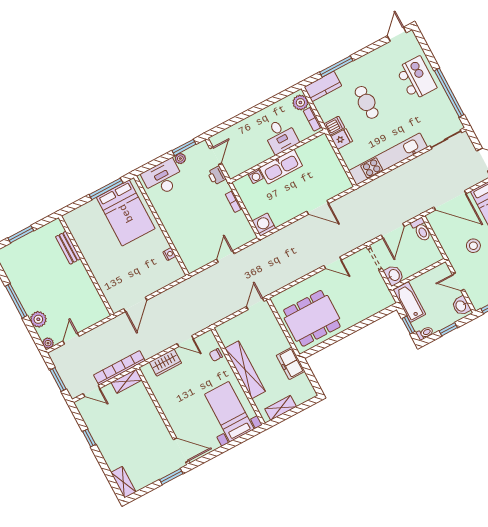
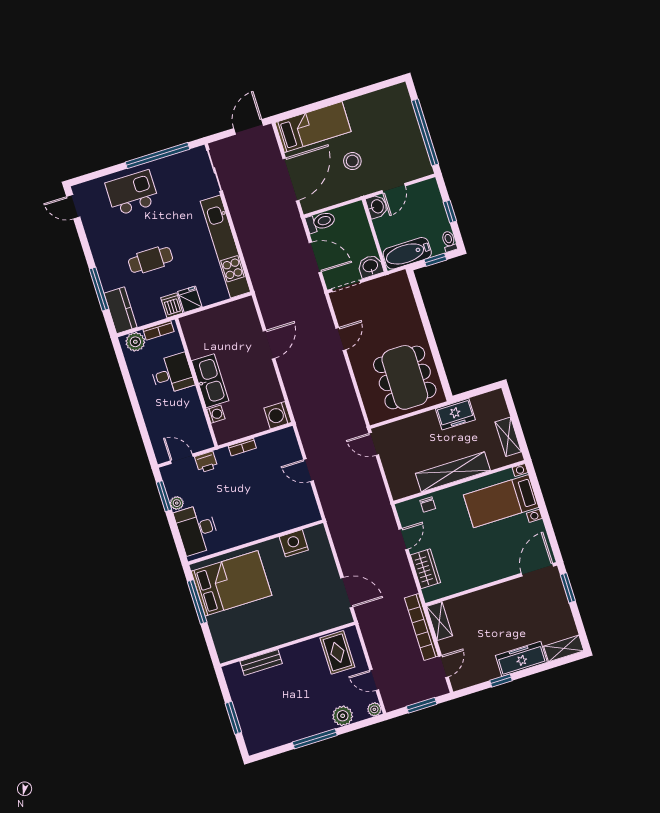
nightstand: (169, 254) -> (294, 543), width x1.89, depth x1.79
rug: (87, 306) -> (337, 652), added
washbasin: (461, 306) -> (377, 206), moved, turned -90
freezer: (109, 451) -> (521, 659), added

